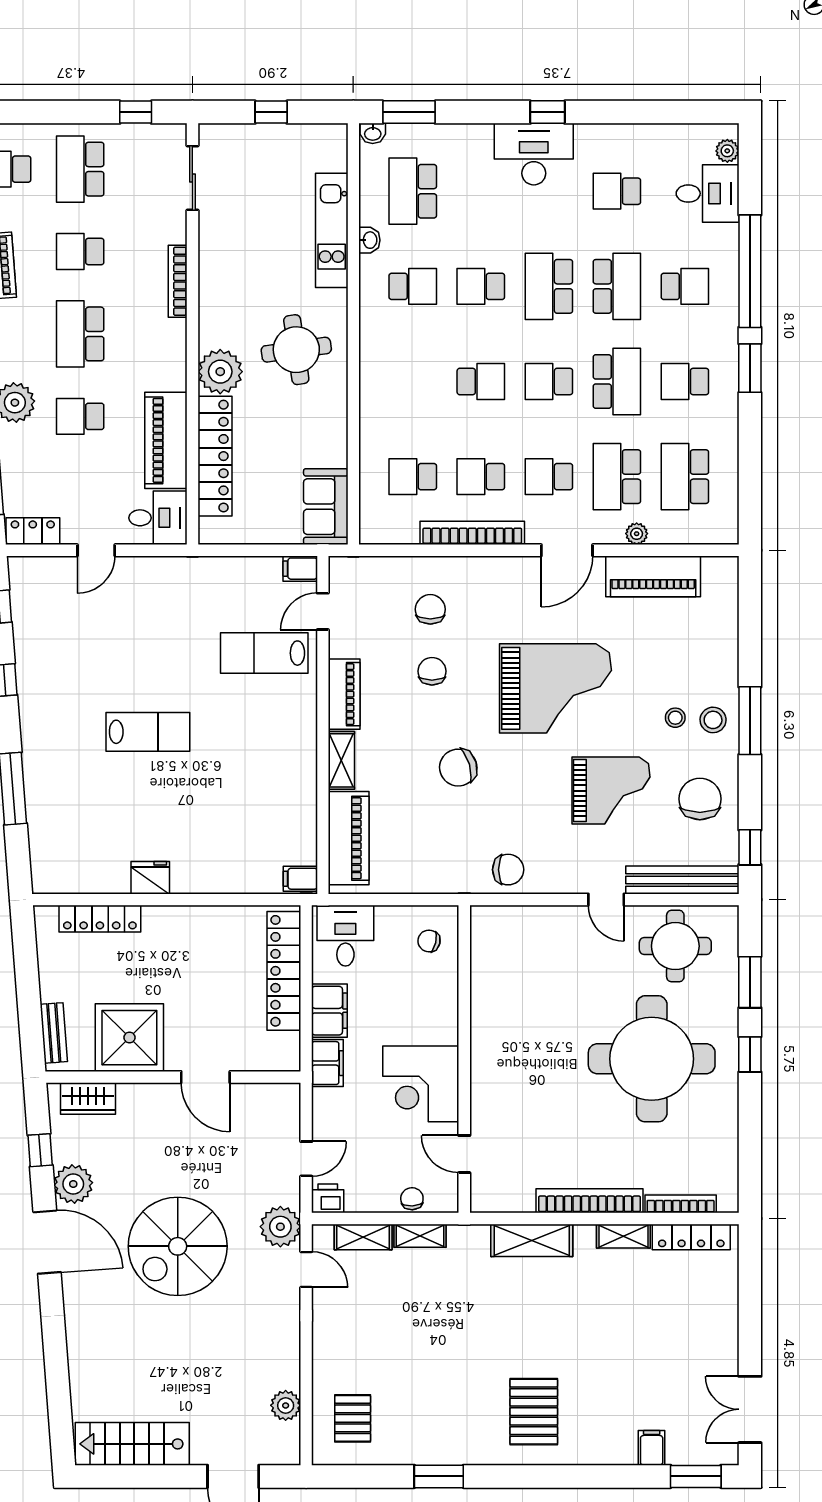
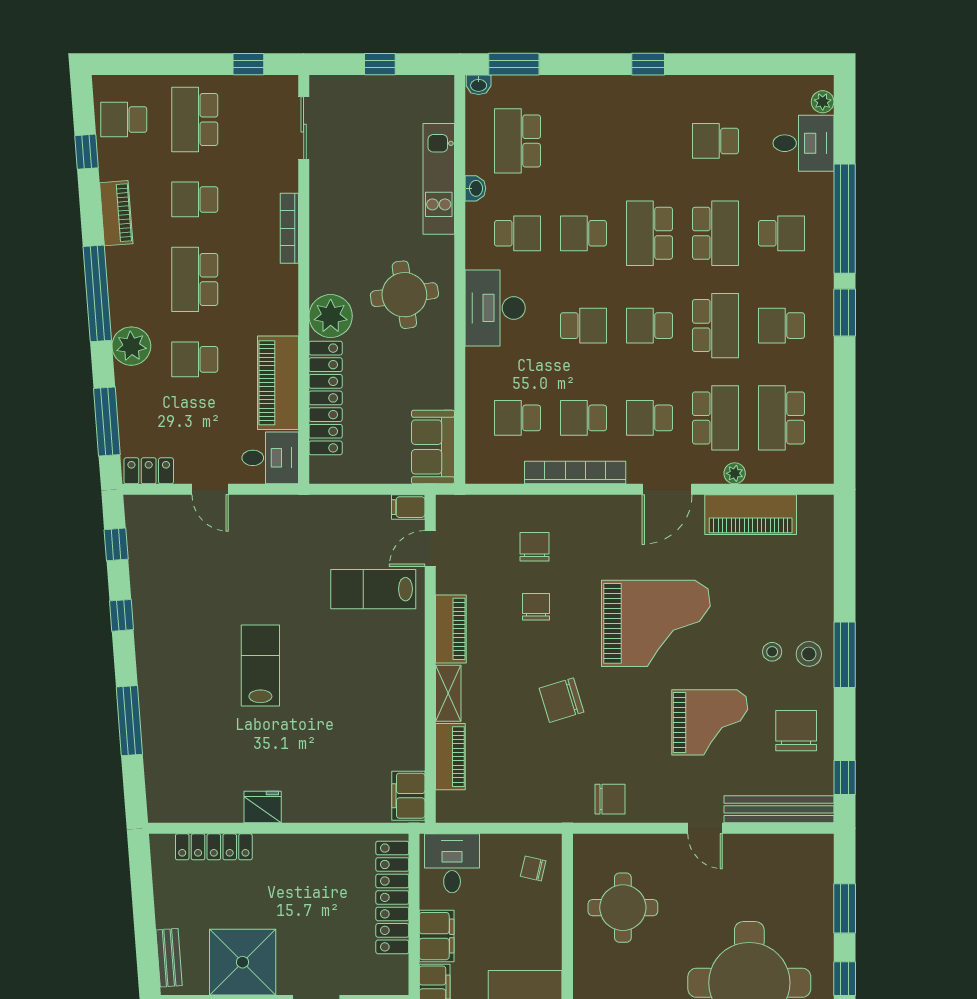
desk: (534, 154) -> (495, 308), moved, turned -90
school desk: (617, 477) -> (715, 418), turned 180
door: (96, 550) -> (210, 489), hinge flipped
lab bench: (148, 732) -> (260, 665), turned -90
piano: (349, 838) -> (450, 757), width x0.73, depth x0.75
filing cabinet: (300, 879) -> (408, 796), width x2.00
round table: (675, 946) -> (623, 908), moved

